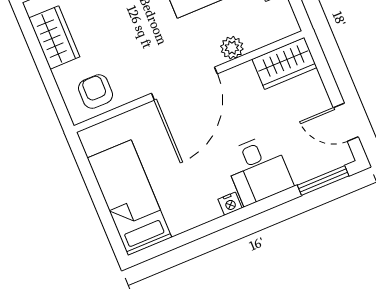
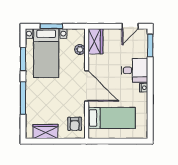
plant: (232, 48) -> (80, 50), moved
armchair: (96, 91) -> (75, 124), turned -90
bed: (129, 198) -> (112, 118), moved, turned 180

